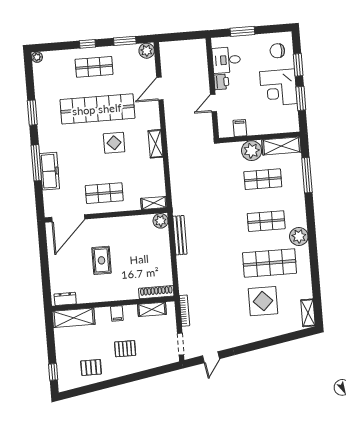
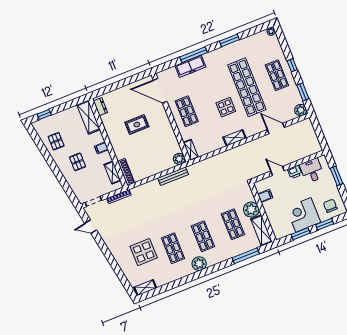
shop shelf: (270, 263) -> (173, 248), width x0.70, depth x0.74

